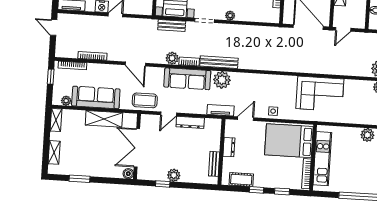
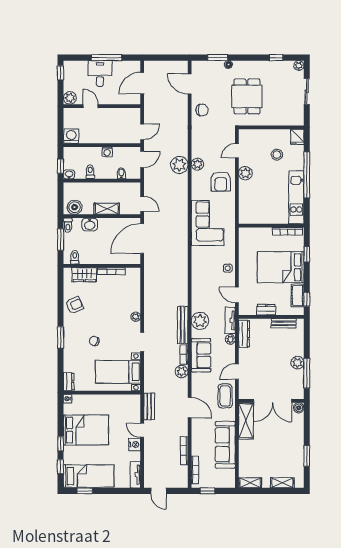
bench: (172, 25) -> (149, 406), moved
door: (54, 27) -> (158, 491), hinge flipped
door: (135, 64) -> (190, 408), hinge flipped
sofa: (187, 79) -> (201, 355), width x0.73
plant: (66, 101) -> (230, 339), moved
armchair: (361, 110) -> (221, 182), added
door: (169, 114) -> (237, 372), swing flipped
shelving: (104, 119) -> (246, 421), moved
dresser: (190, 122) -> (244, 334), moved
bed: (289, 141) -> (281, 267), moved, turned 90
kitchen unit: (322, 159) -> (296, 197), moved, turned -90
window: (163, 184) -> (307, 373), width x2.17
window: (257, 190) -> (307, 299), moved

